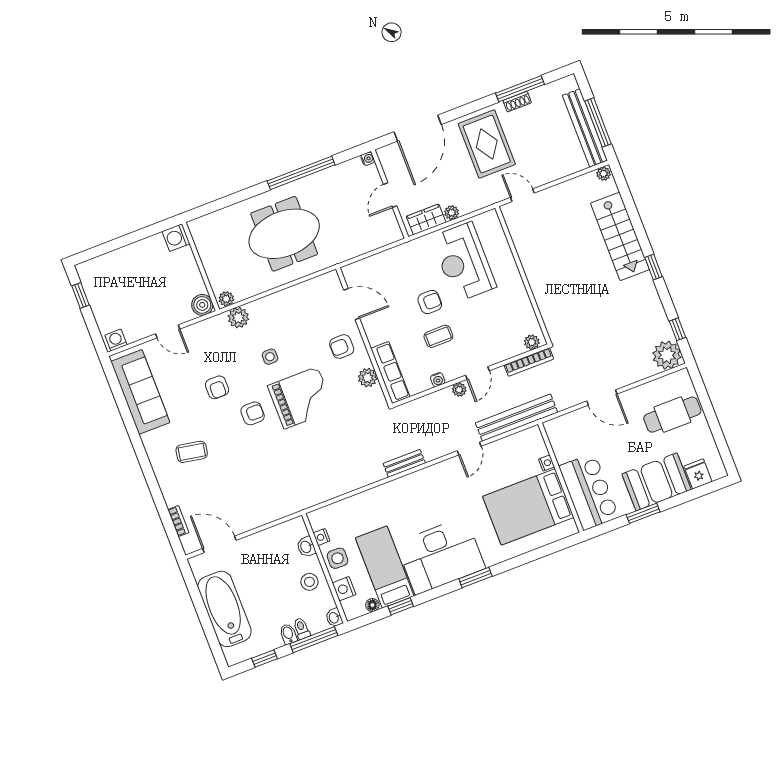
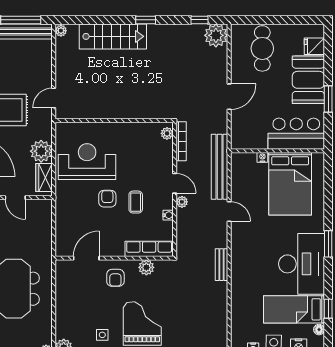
plant: (452, 213) -> (41, 151), width x1.88, depth x1.88
reception desk: (464, 262) -> (87, 162), turned 180

